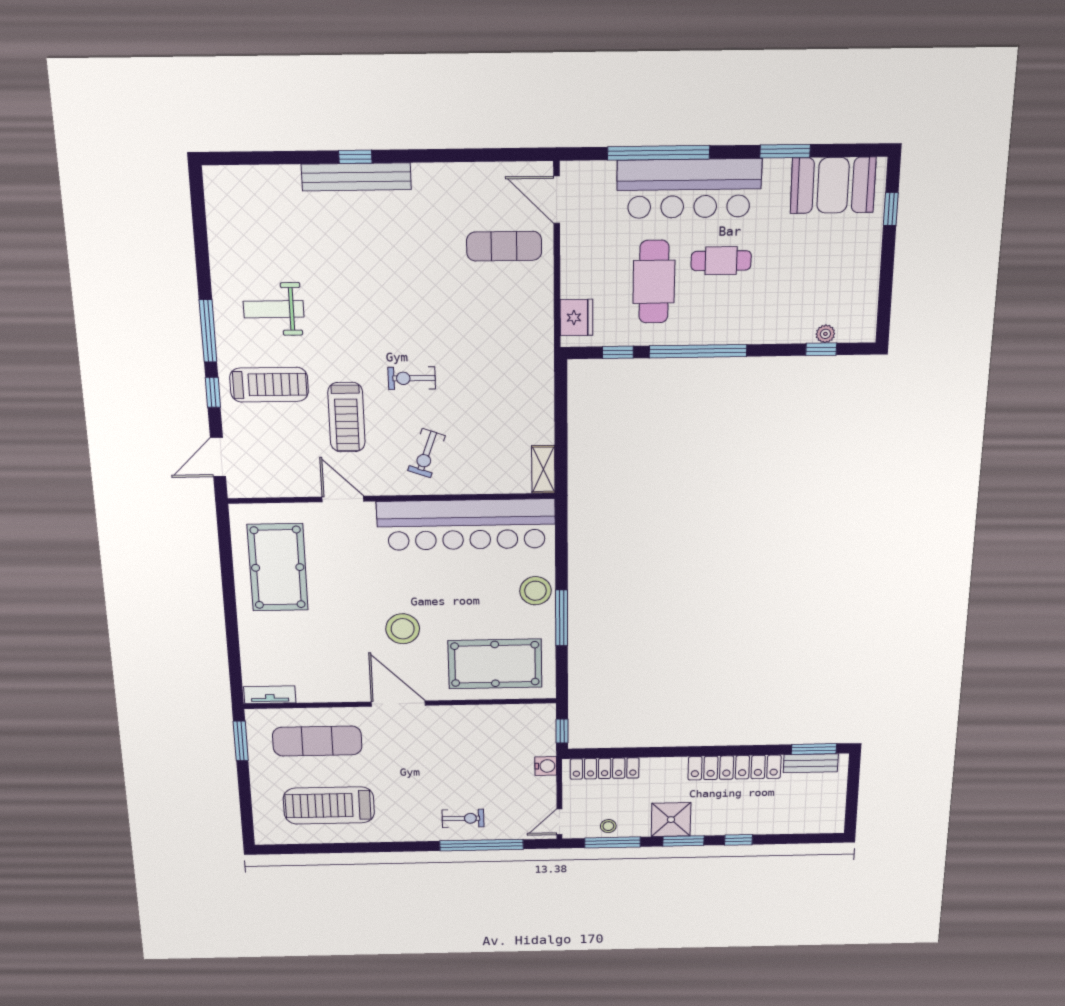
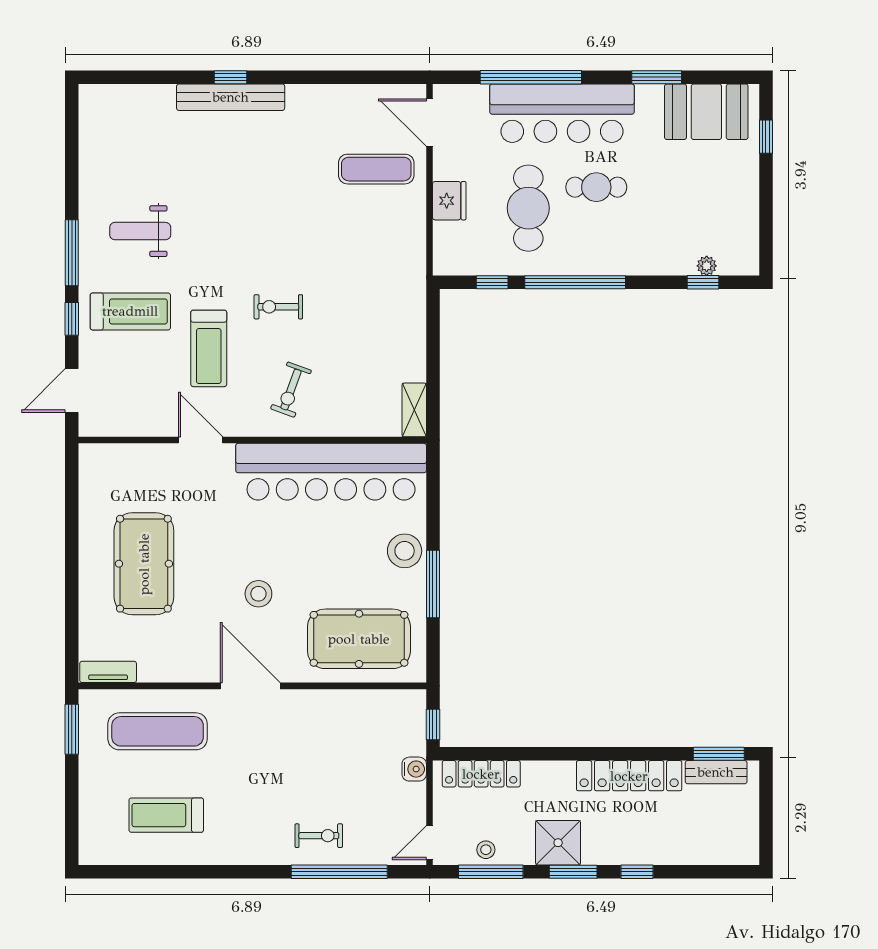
fridge: (576, 317) -> (449, 201), moved
pool table: (278, 567) -> (144, 564), moved
stool: (403, 629) -> (258, 594), width x0.73, depth x0.73
treadmill: (329, 805) -> (166, 815), width x0.73, depth x0.73

